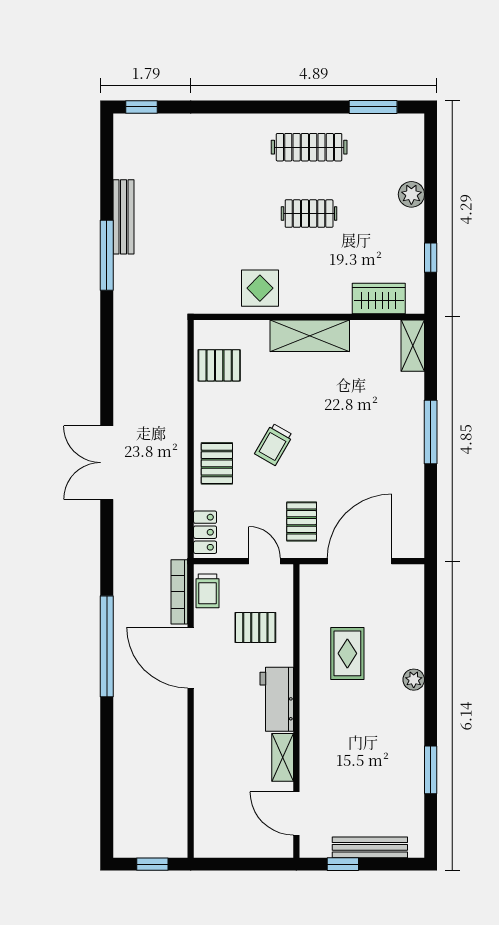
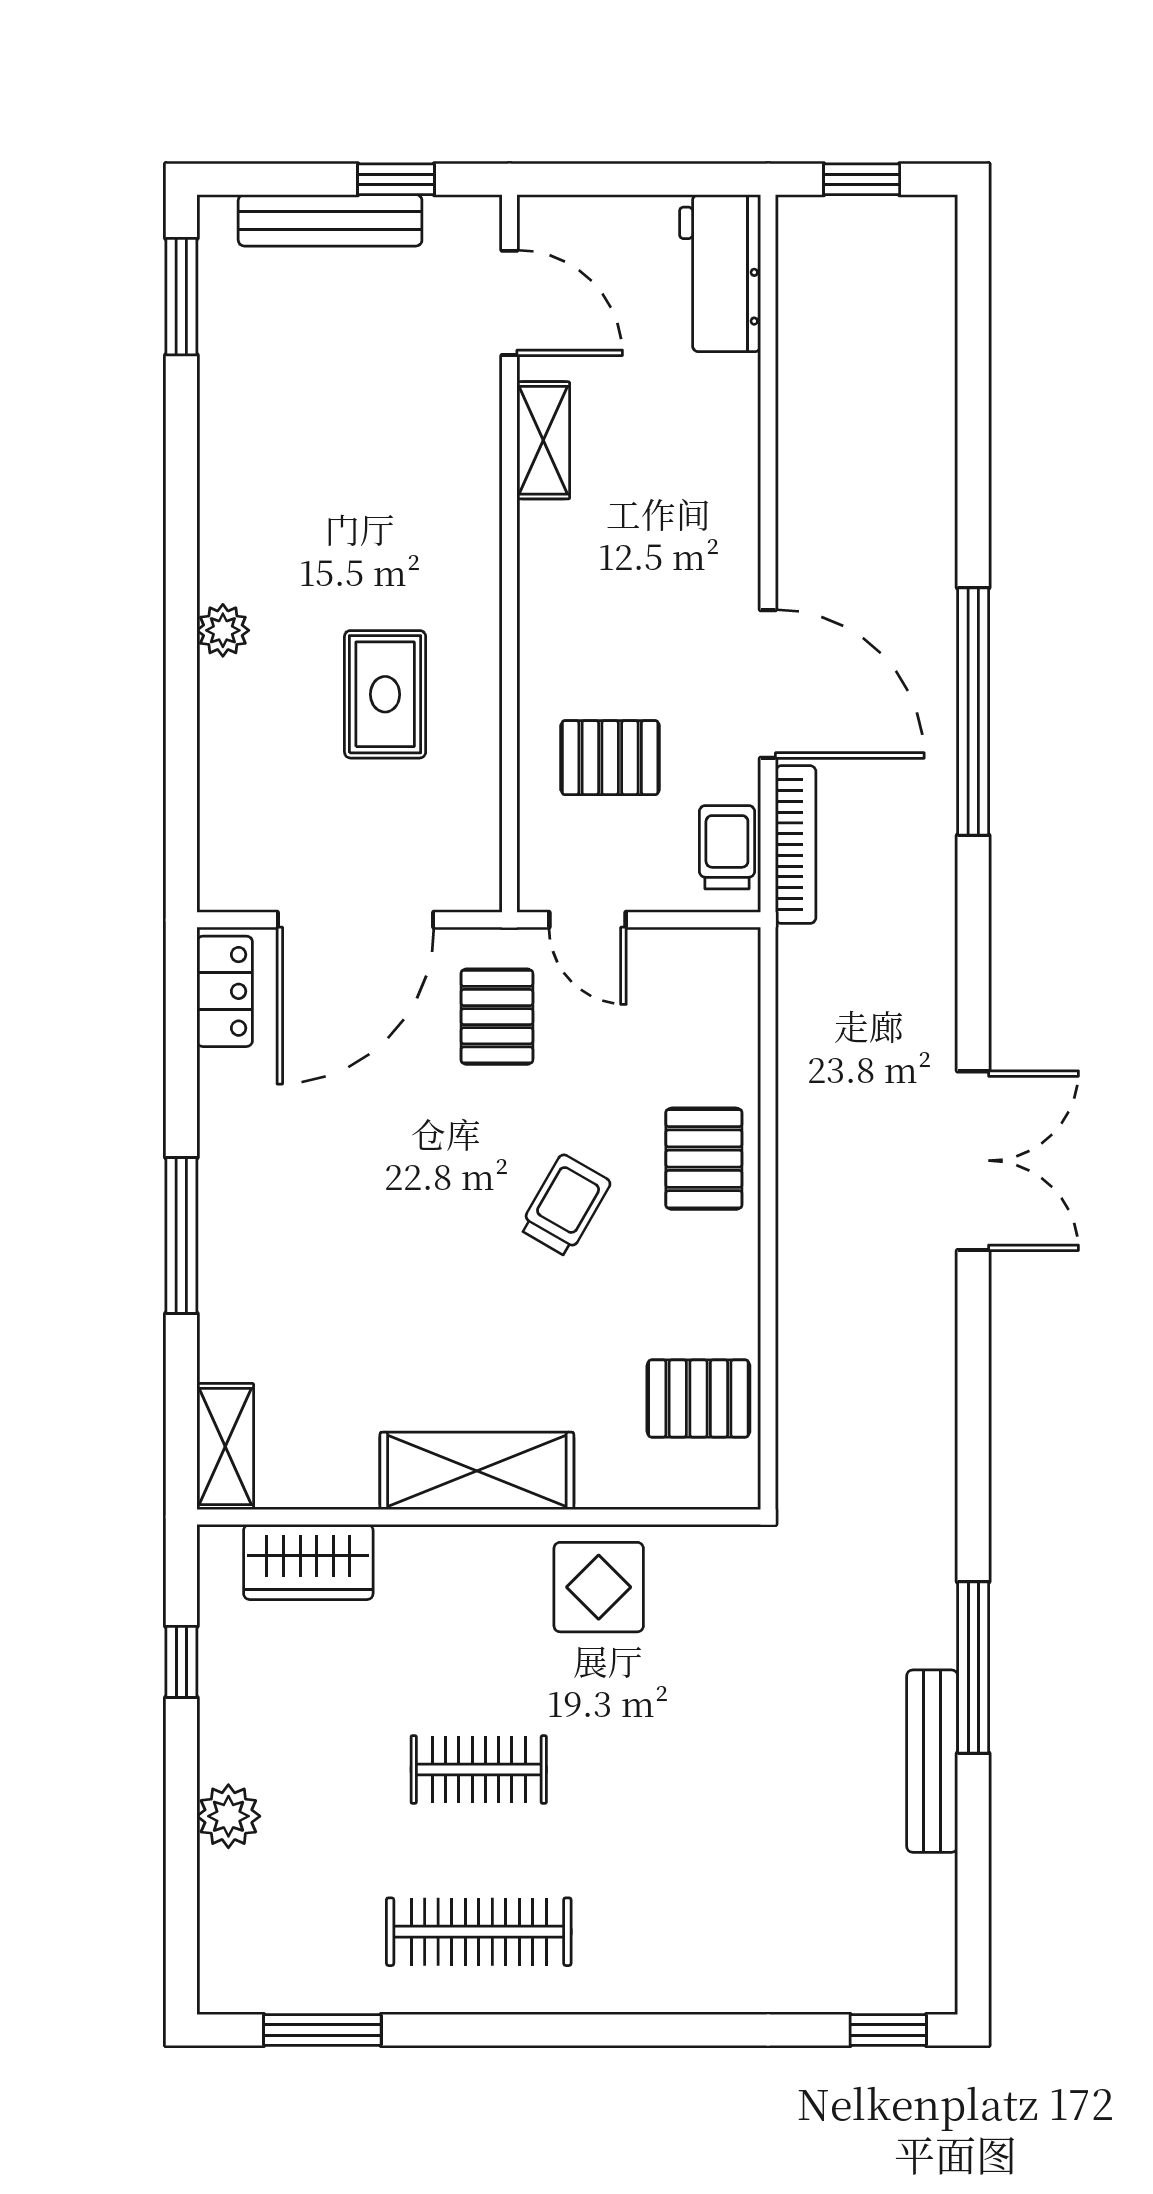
locker: (205, 532) -> (225, 991), moved, turned 180
workbench: (277, 699) -> (720, 273), moved, turned 180
window: (431, 770) -> (181, 297), moved

